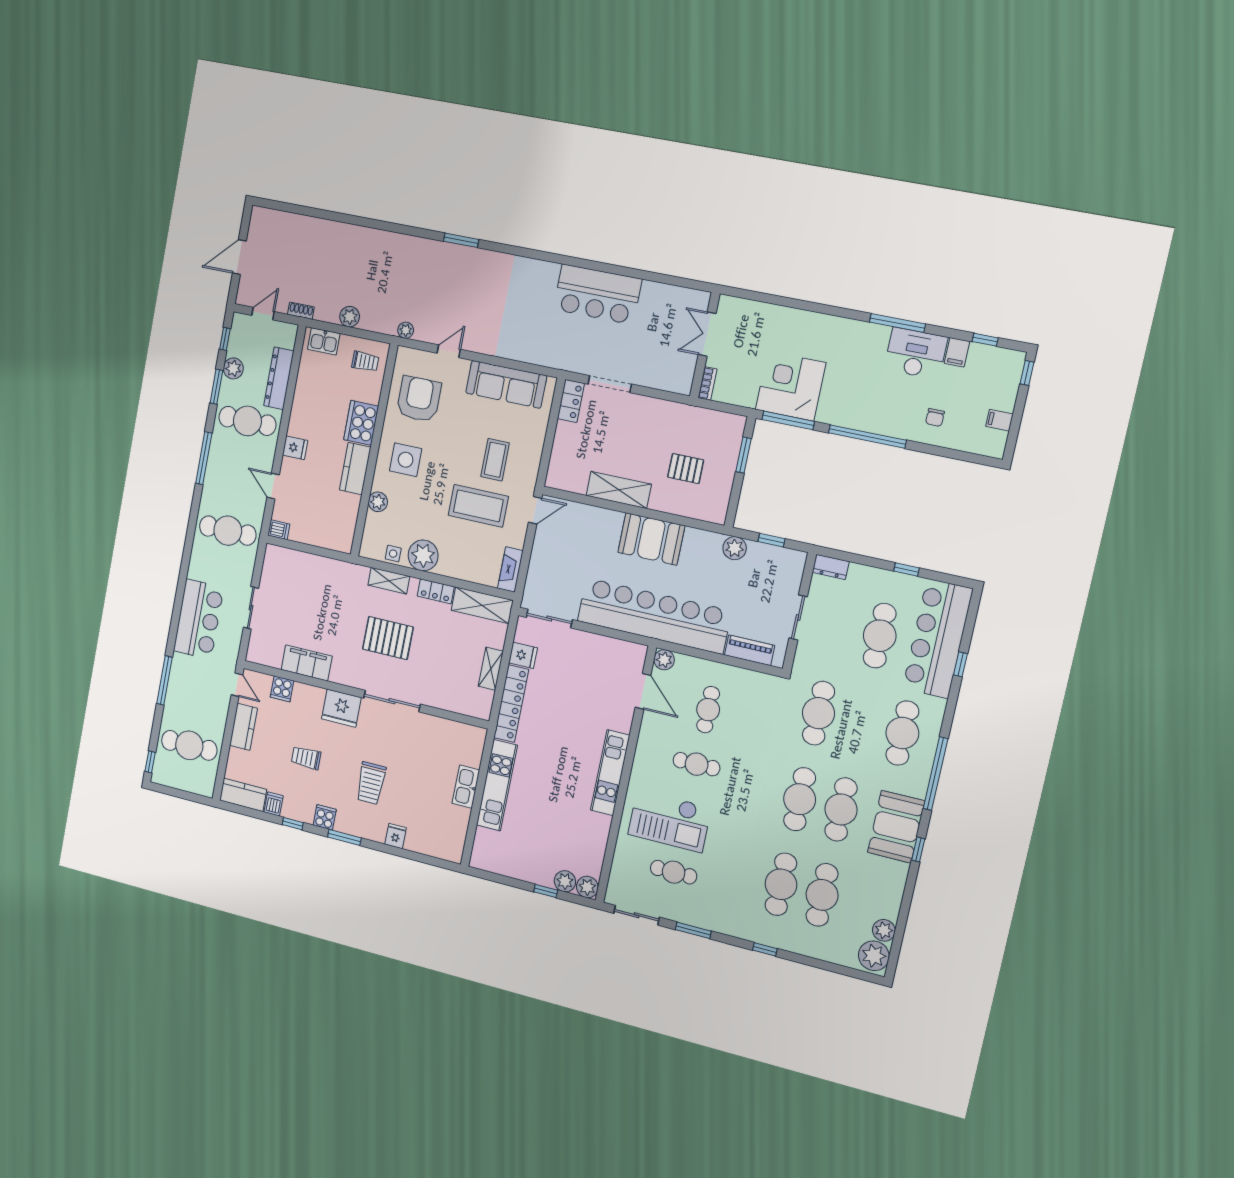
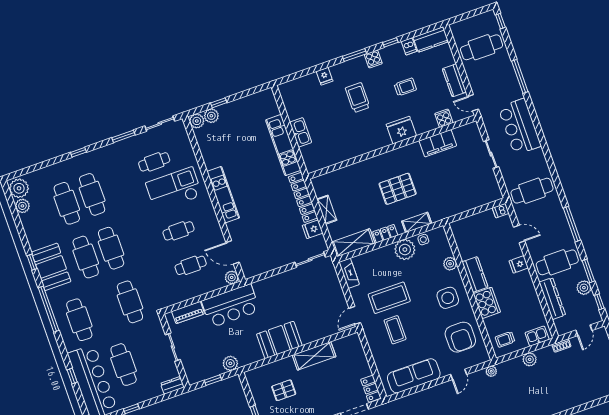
bar counter: (654, 616) -> (231, 306), width x0.54
sliding door: (392, 701) -> (373, 154), removed
cafe table: (708, 710) -> (191, 265), turned 90

